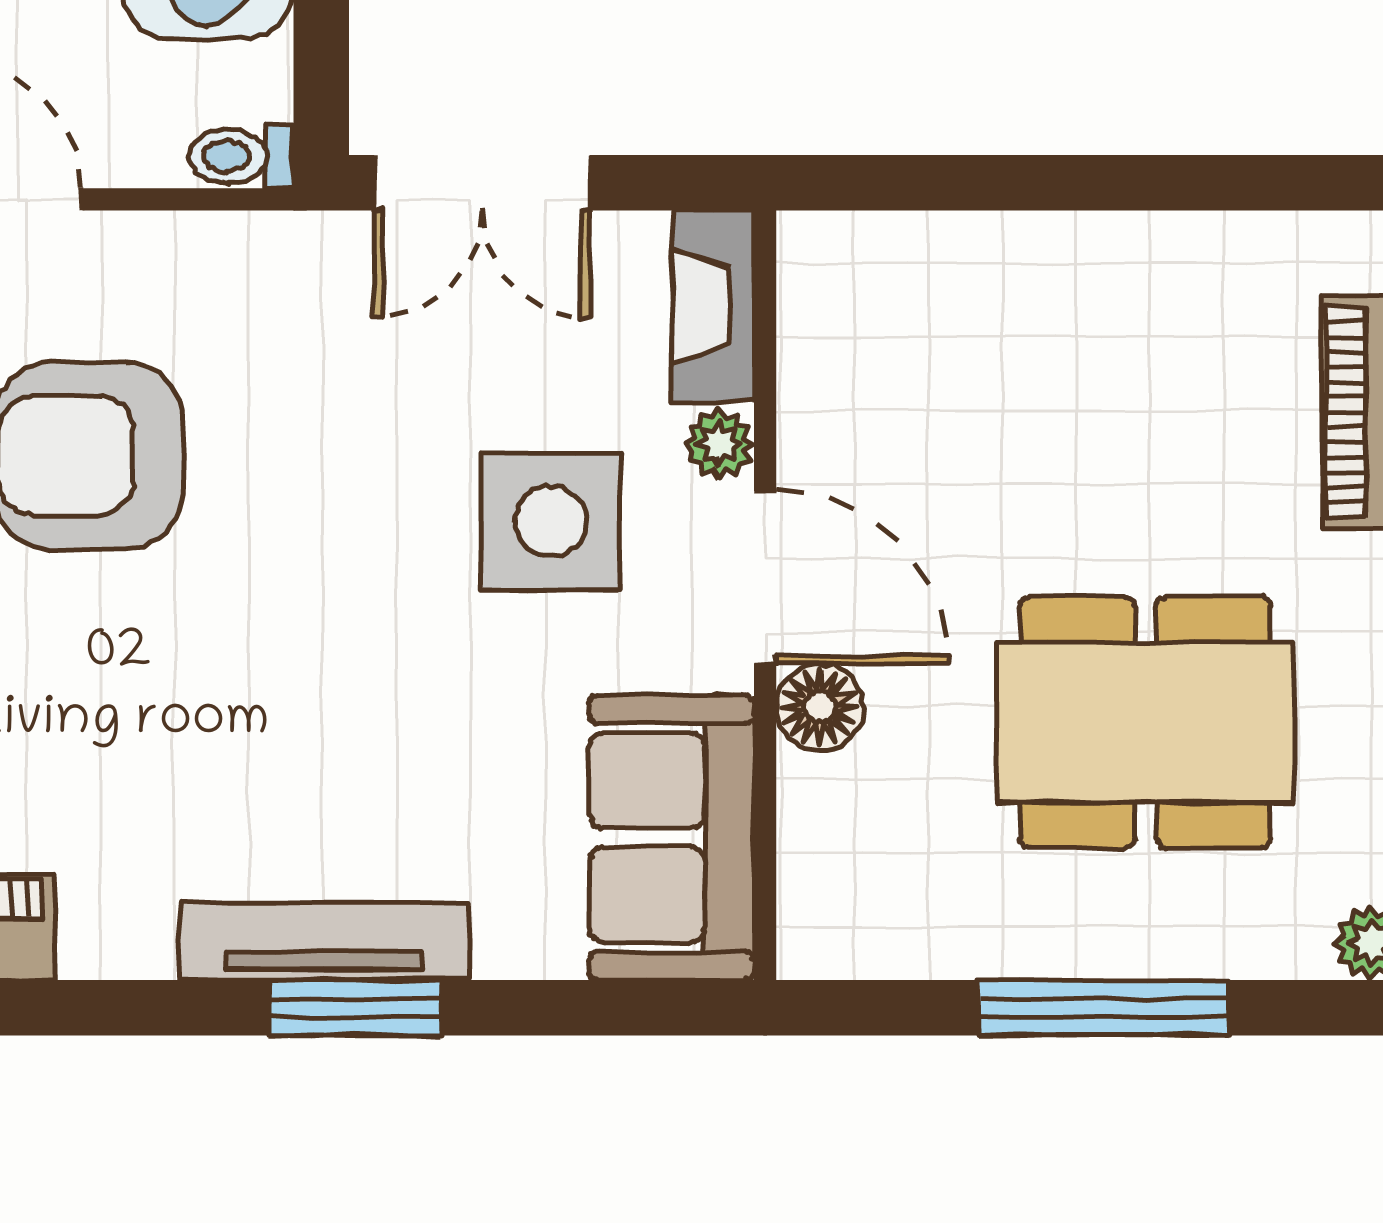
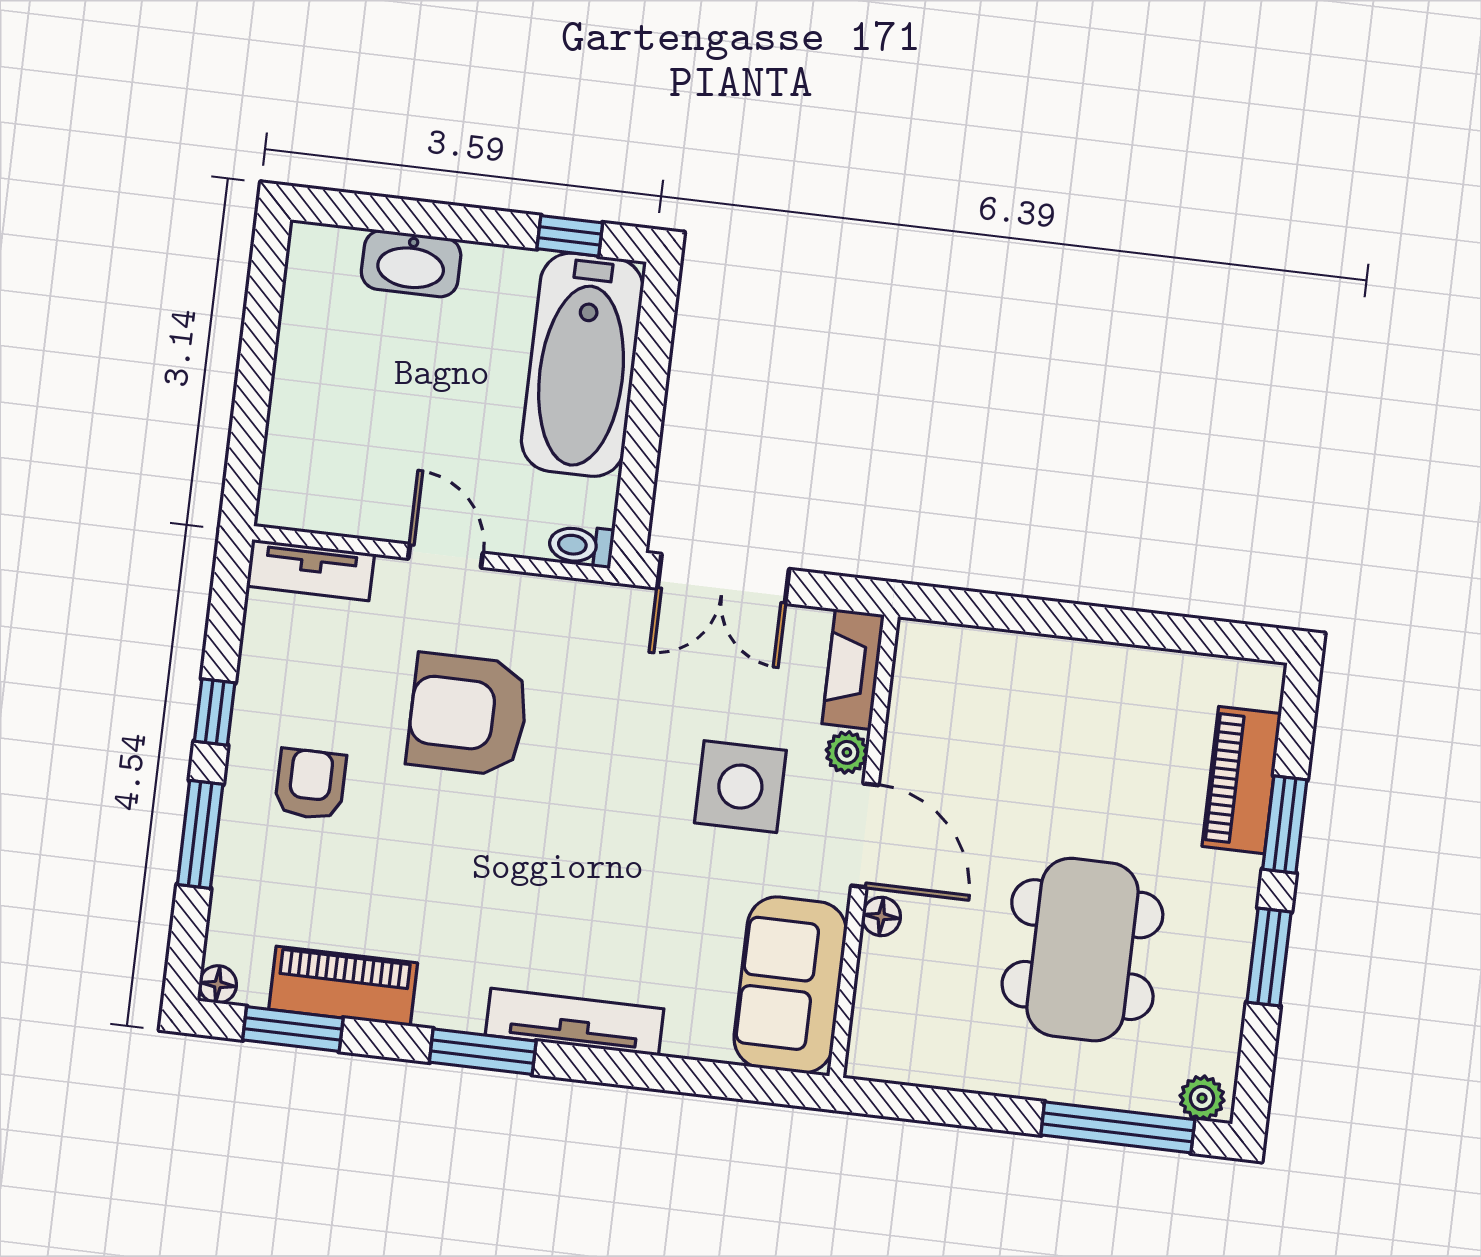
floor lamp: (820, 707) -> (881, 916), width x0.73, depth x0.73
dining table: (1146, 722) -> (1082, 950), turned 90
window: (355, 1008) -> (483, 1052), moved
window: (1104, 1008) -> (1118, 1127), moved

